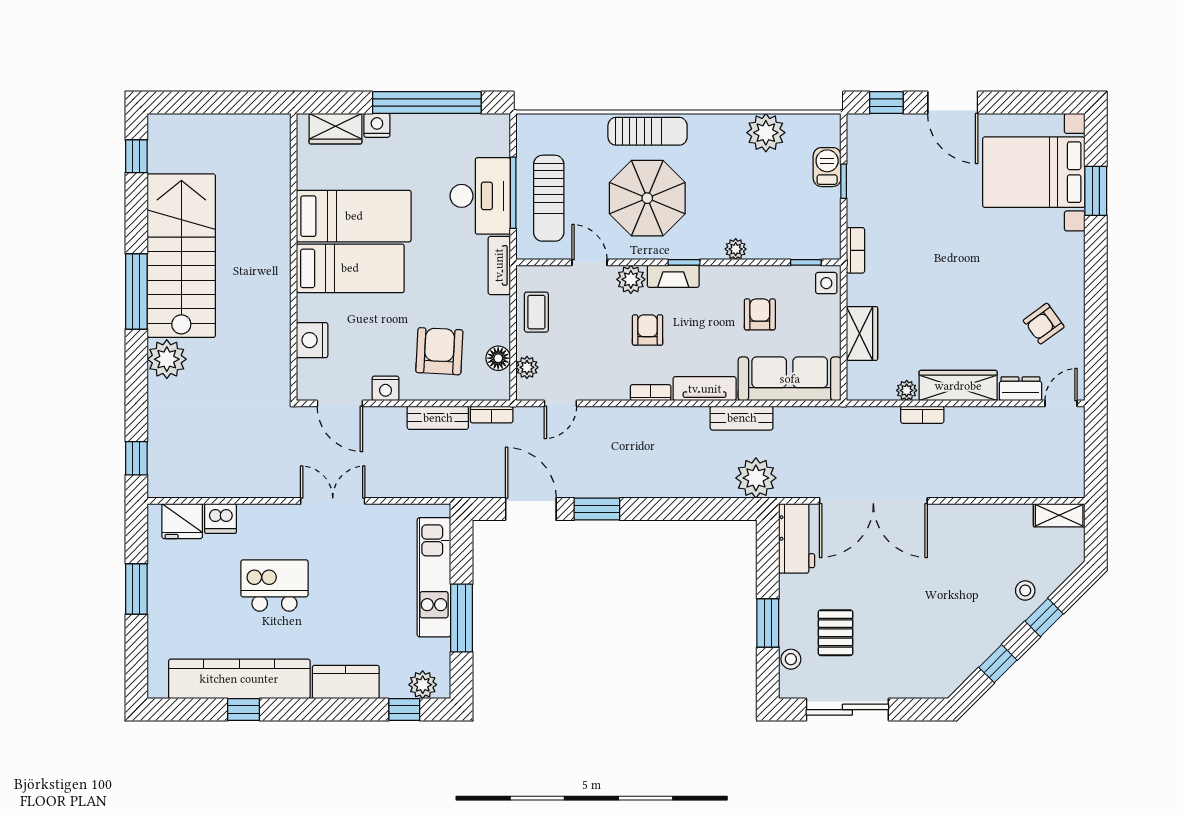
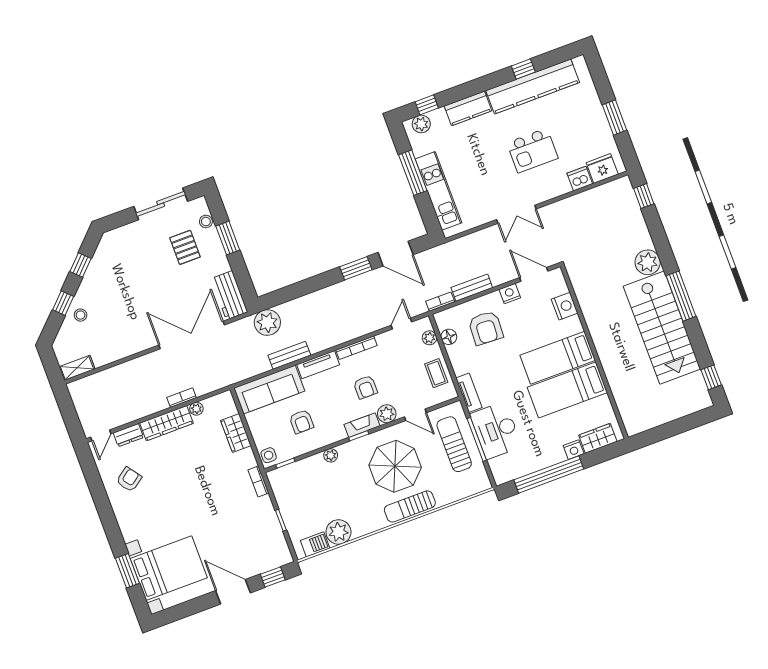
barbecue: (827, 167) -> (315, 544), moved, turned -90
bookcase: (651, 393) -> (356, 348), width x1.56

